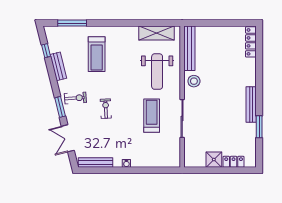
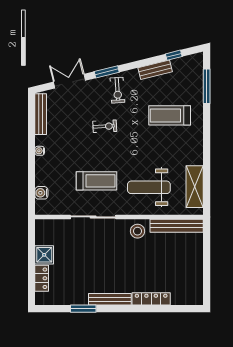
locker: (251, 42) -> (151, 299), moved
water cooler: (162, 162) -> (41, 193), added

